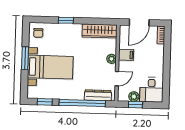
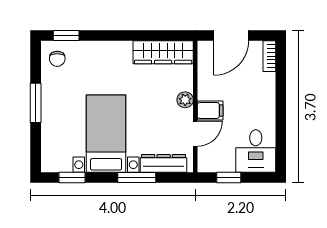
window: (66, 20) -> (66, 35), moved
filing cabinet: (126, 55) -> (210, 111), moved
bed with nightstands: (50, 67) -> (106, 134), moved, turned -90
plant: (134, 97) -> (226, 164), removed
window: (82, 103) -> (137, 178), width x0.47

